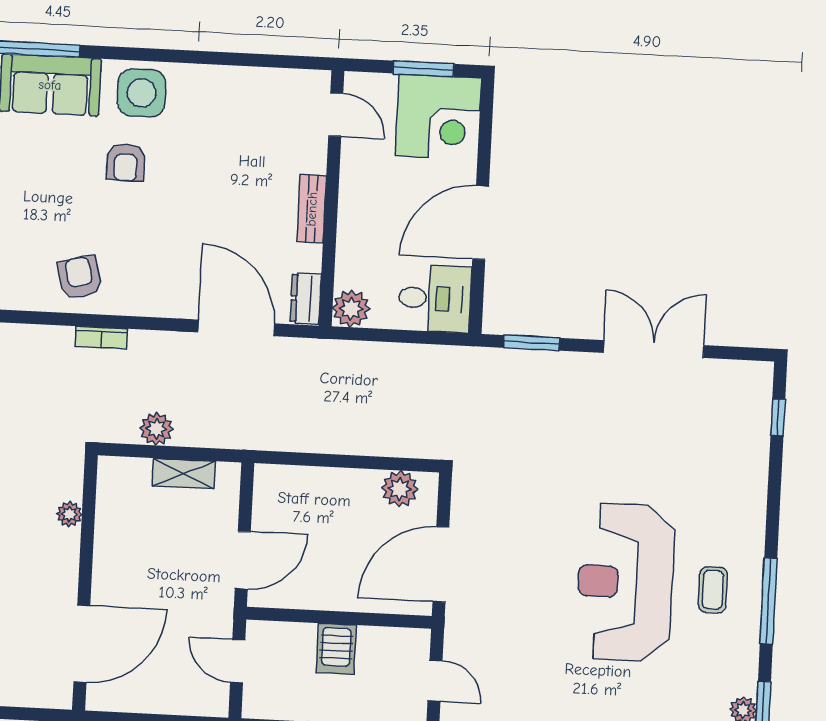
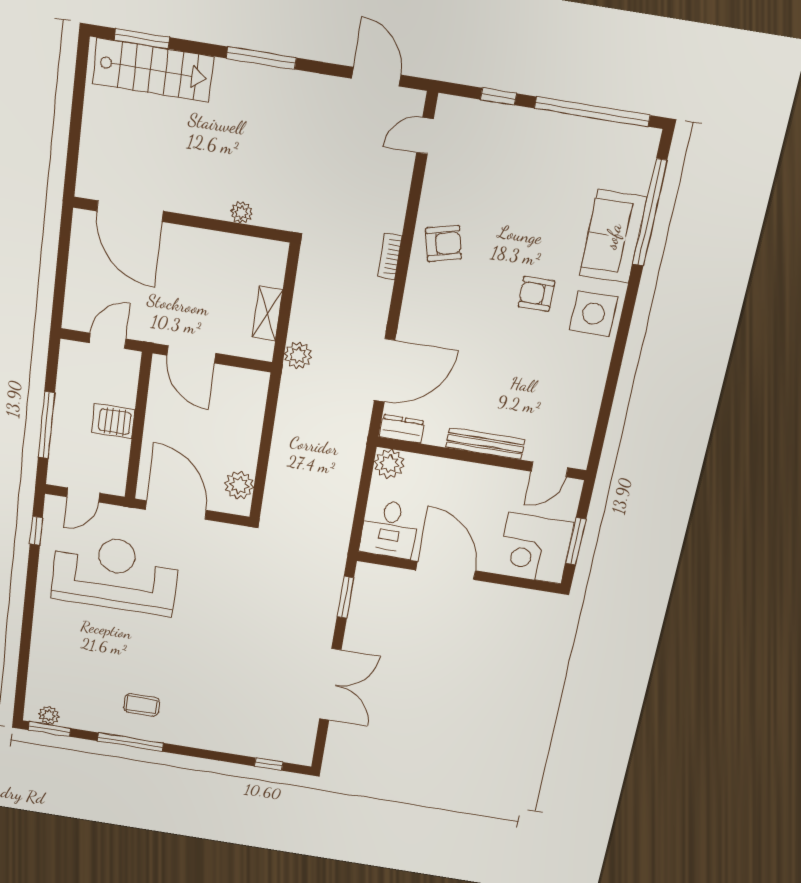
bench: (312, 209) -> (485, 443), width x1.36
plant: (156, 429) -> (298, 355), moved
reception desk: (625, 582) -> (115, 574), moved

